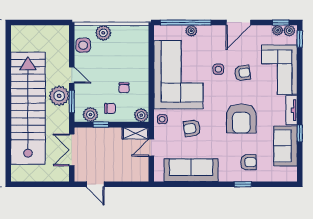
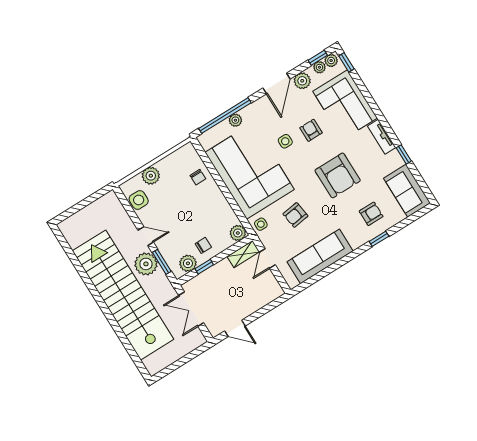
plant: (259, 32) -> (302, 81), added
armchair: (242, 73) -> (311, 130), turned -82
chair: (124, 88) -> (198, 177), moved
sofa: (285, 146) -> (407, 191), moved

